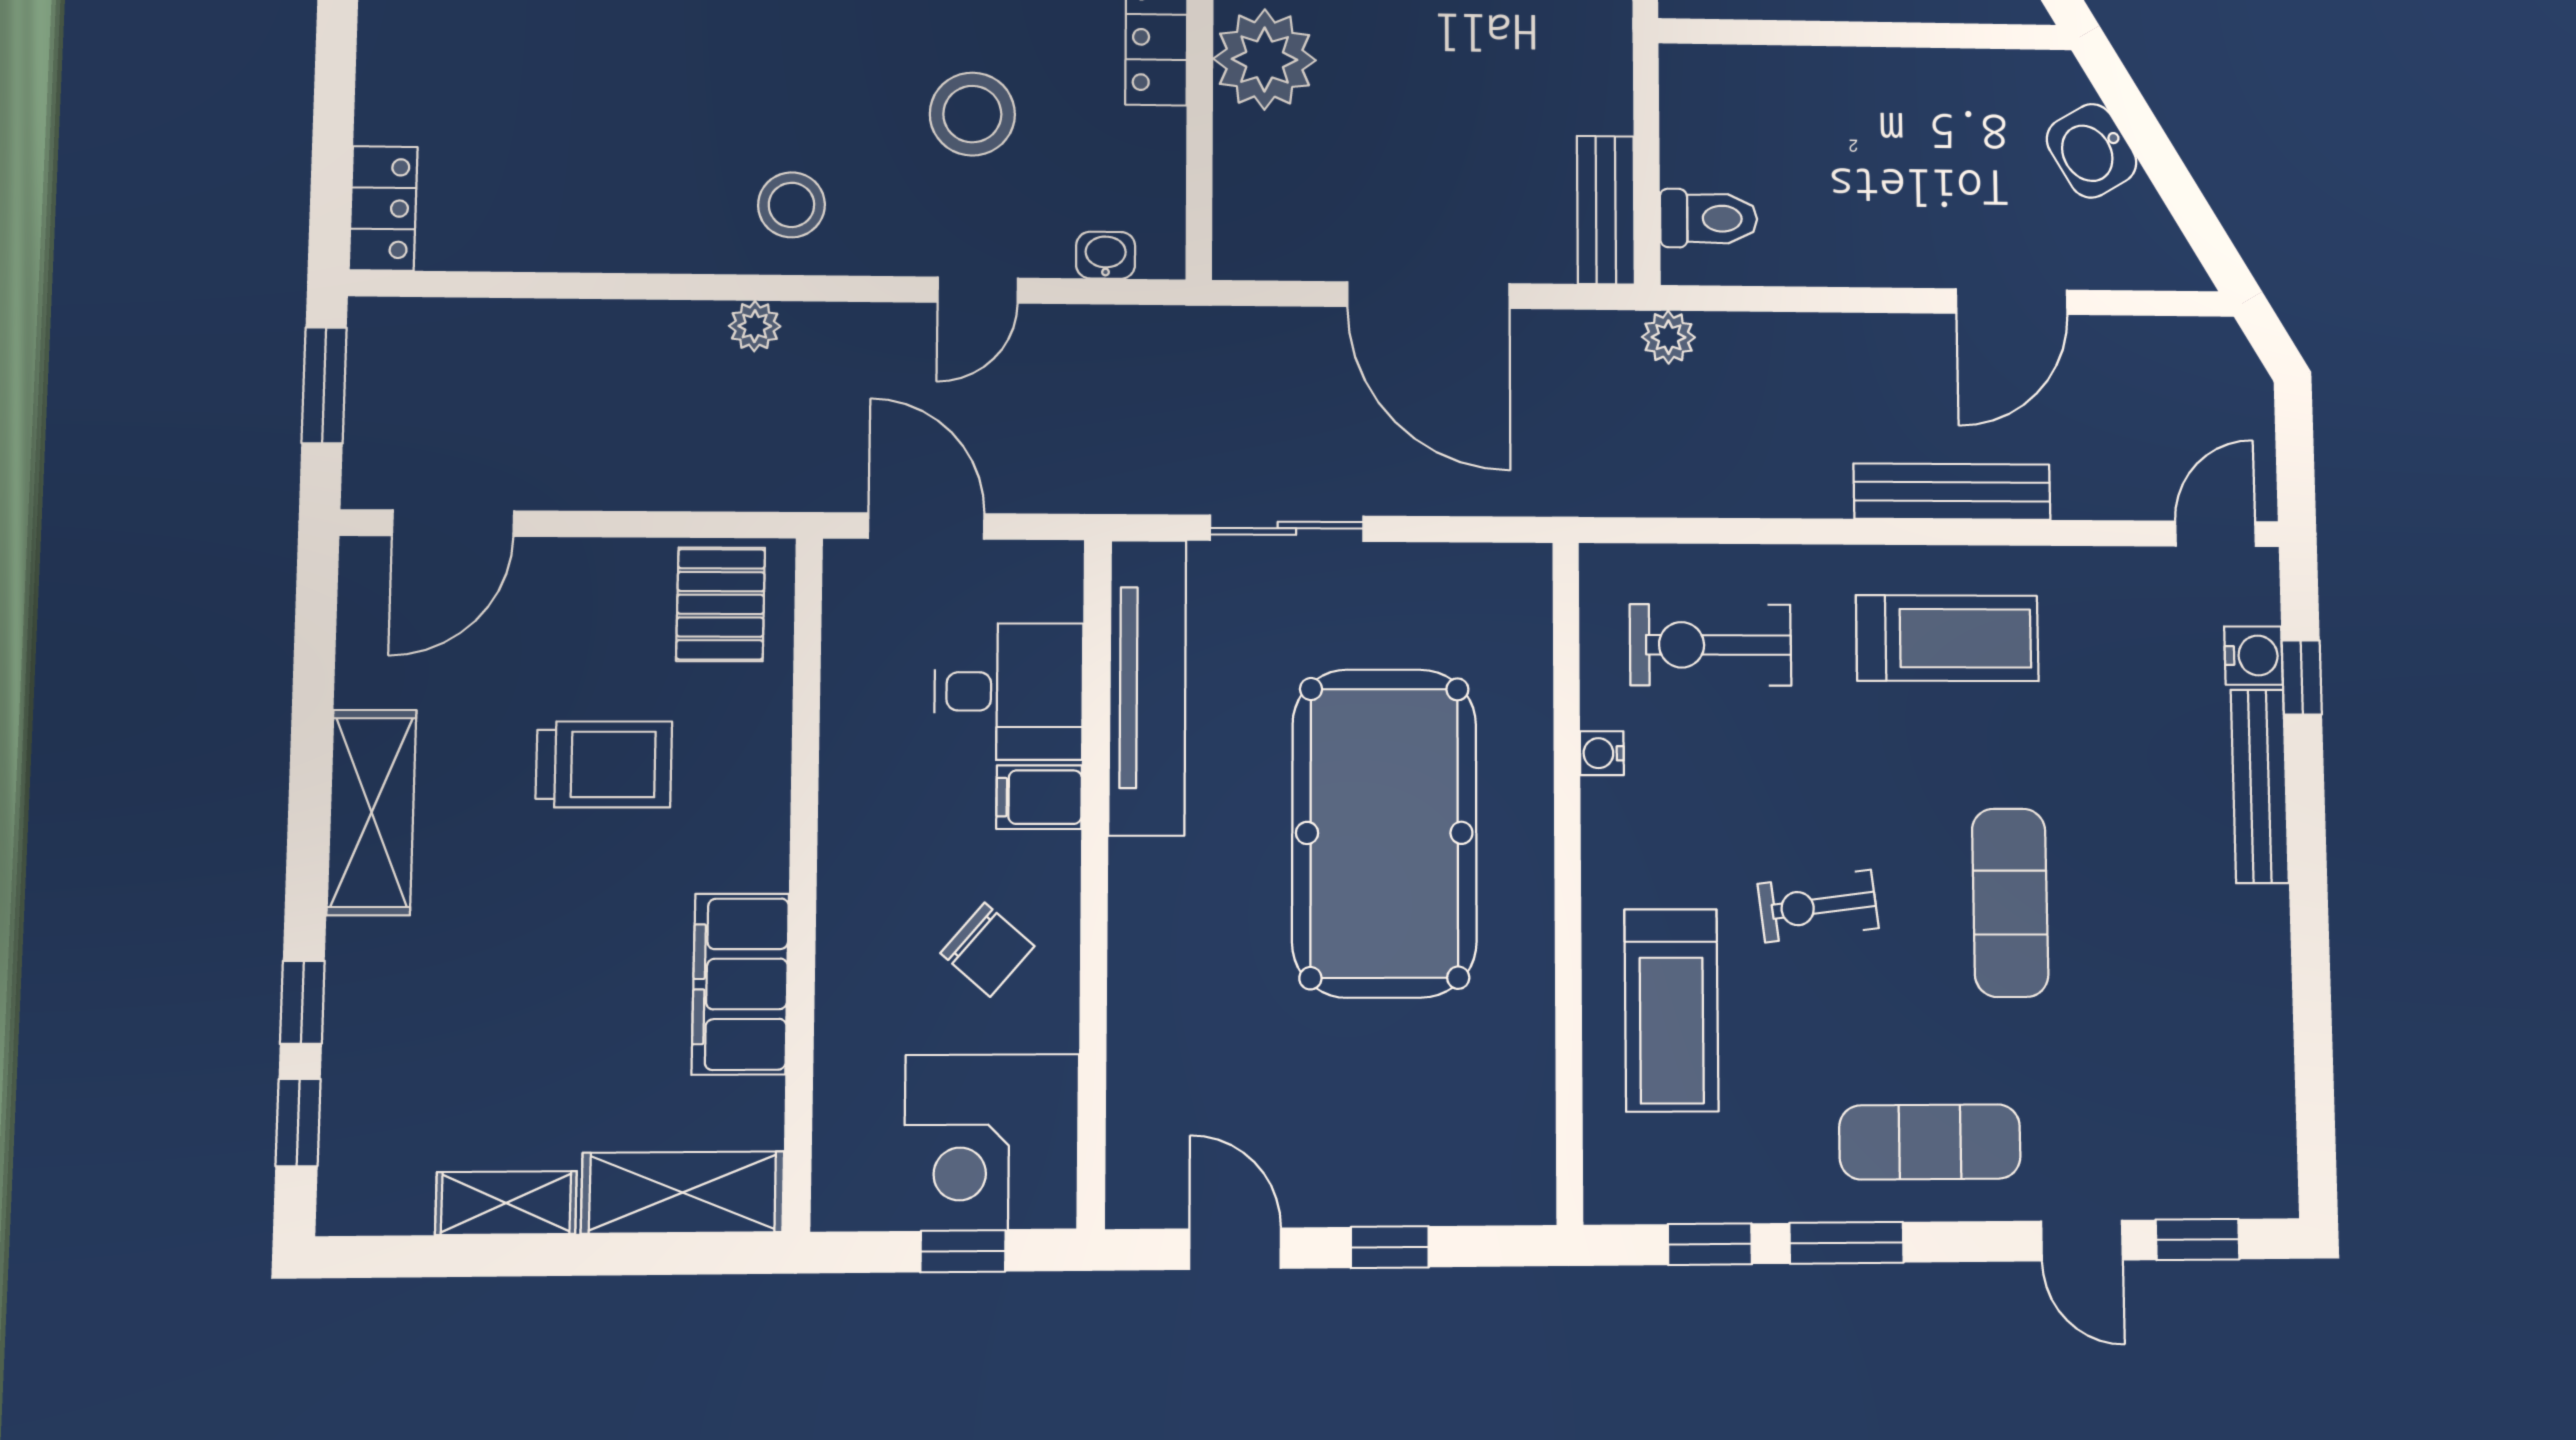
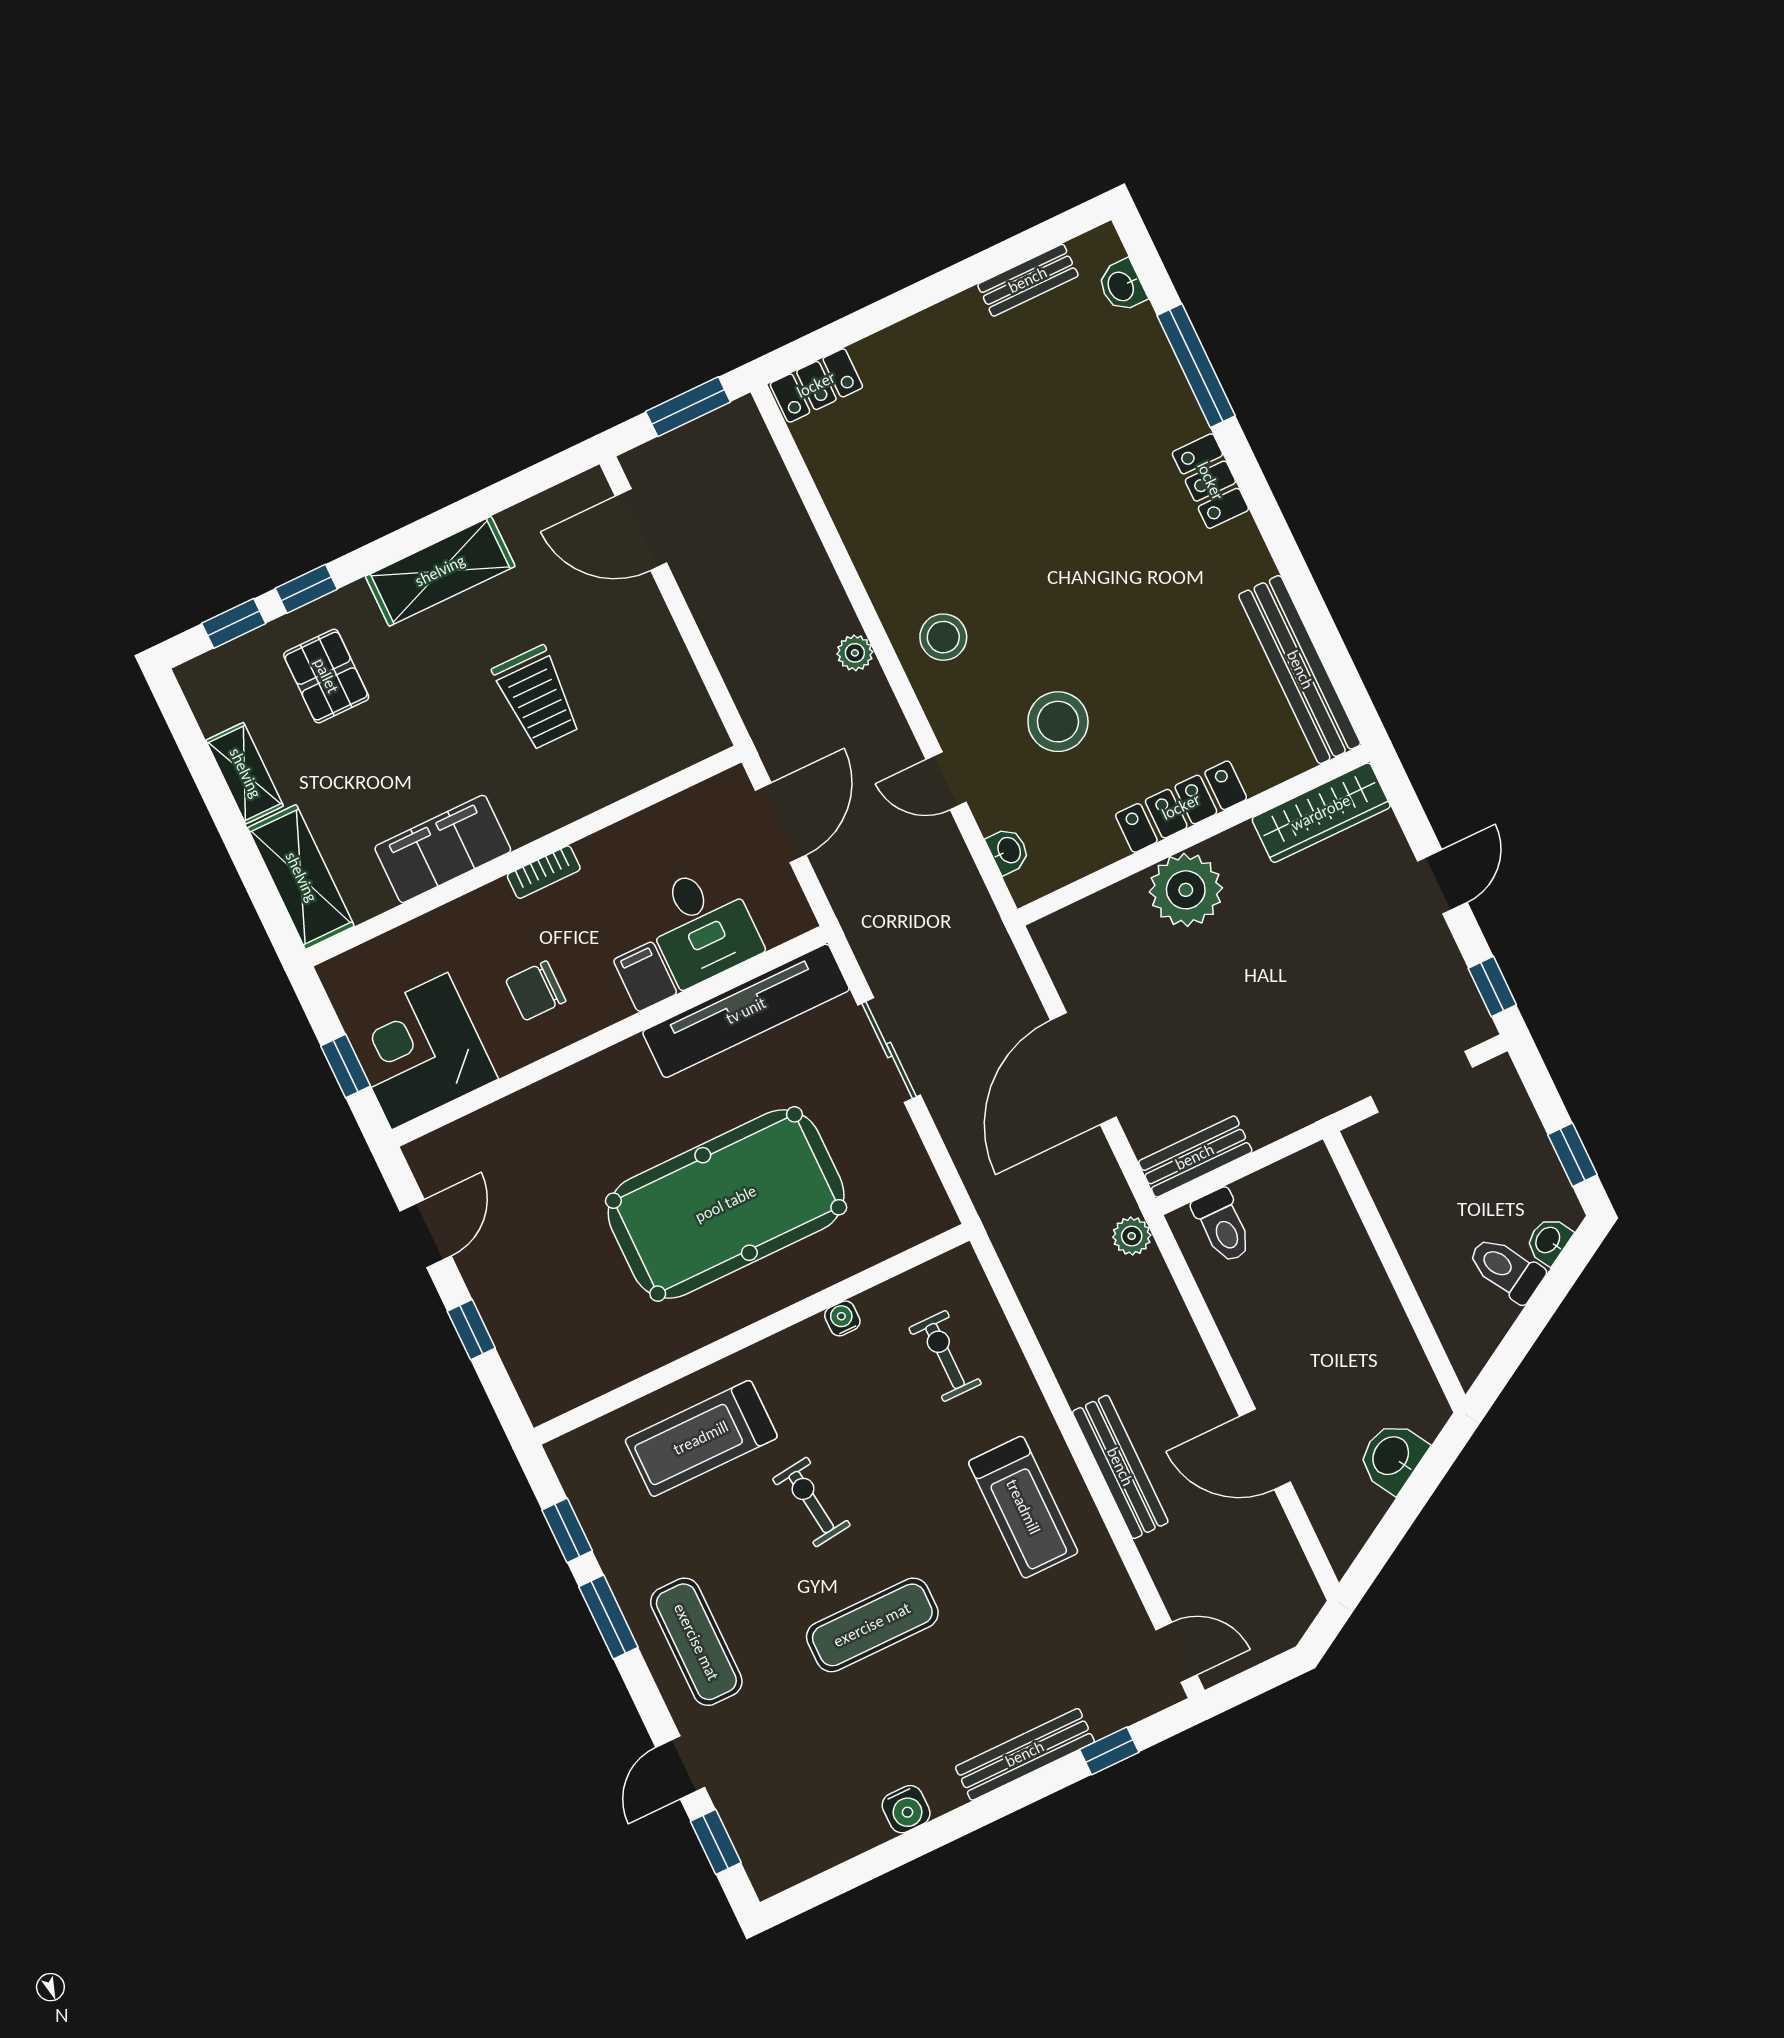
pallet: (721, 604) -> (326, 676), moved, turned 90
exercise bike: (1710, 645) -> (945, 1356), width x0.73, depth x0.72
water cooler: (2254, 656) -> (906, 1809), moved
bookcase: (837, 865) -> (544, 872), added
chair: (987, 950) -> (536, 991), turned 49

